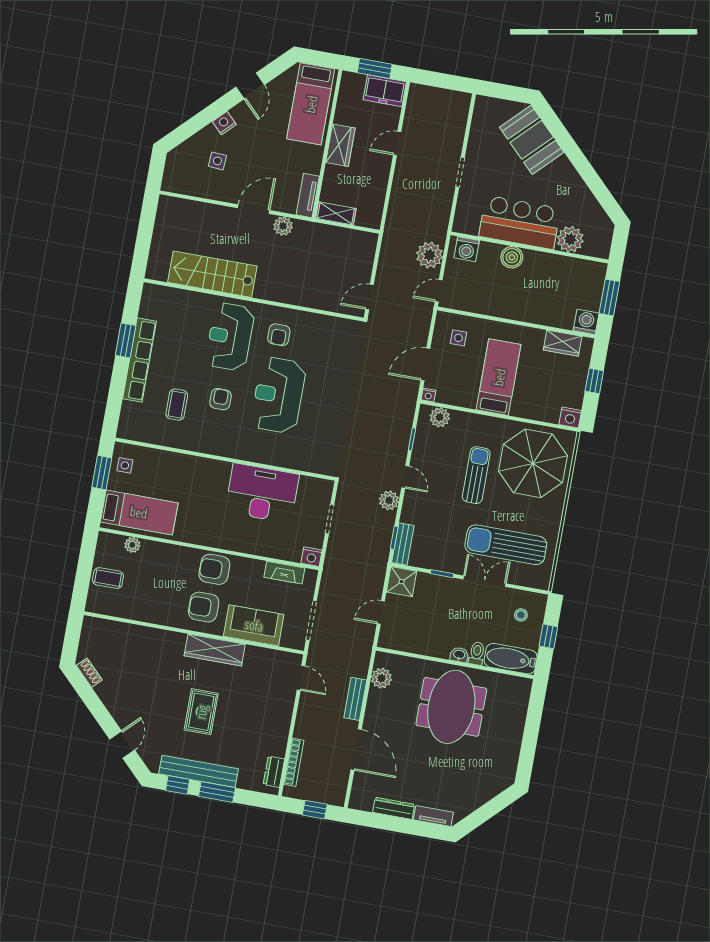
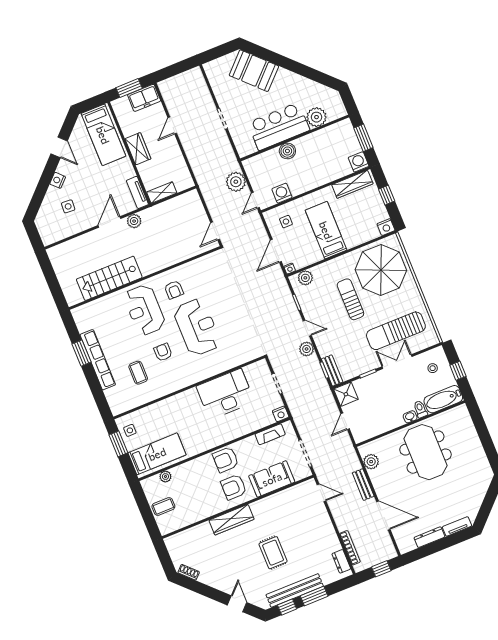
washing machine: (467, 249) -> (282, 193), moved, turned 180
wardrobe: (563, 343) -> (352, 184), width x1.50
reception desk: (278, 395) -> (197, 327), turned 180
wardrobe: (215, 650) -> (231, 520), moved

